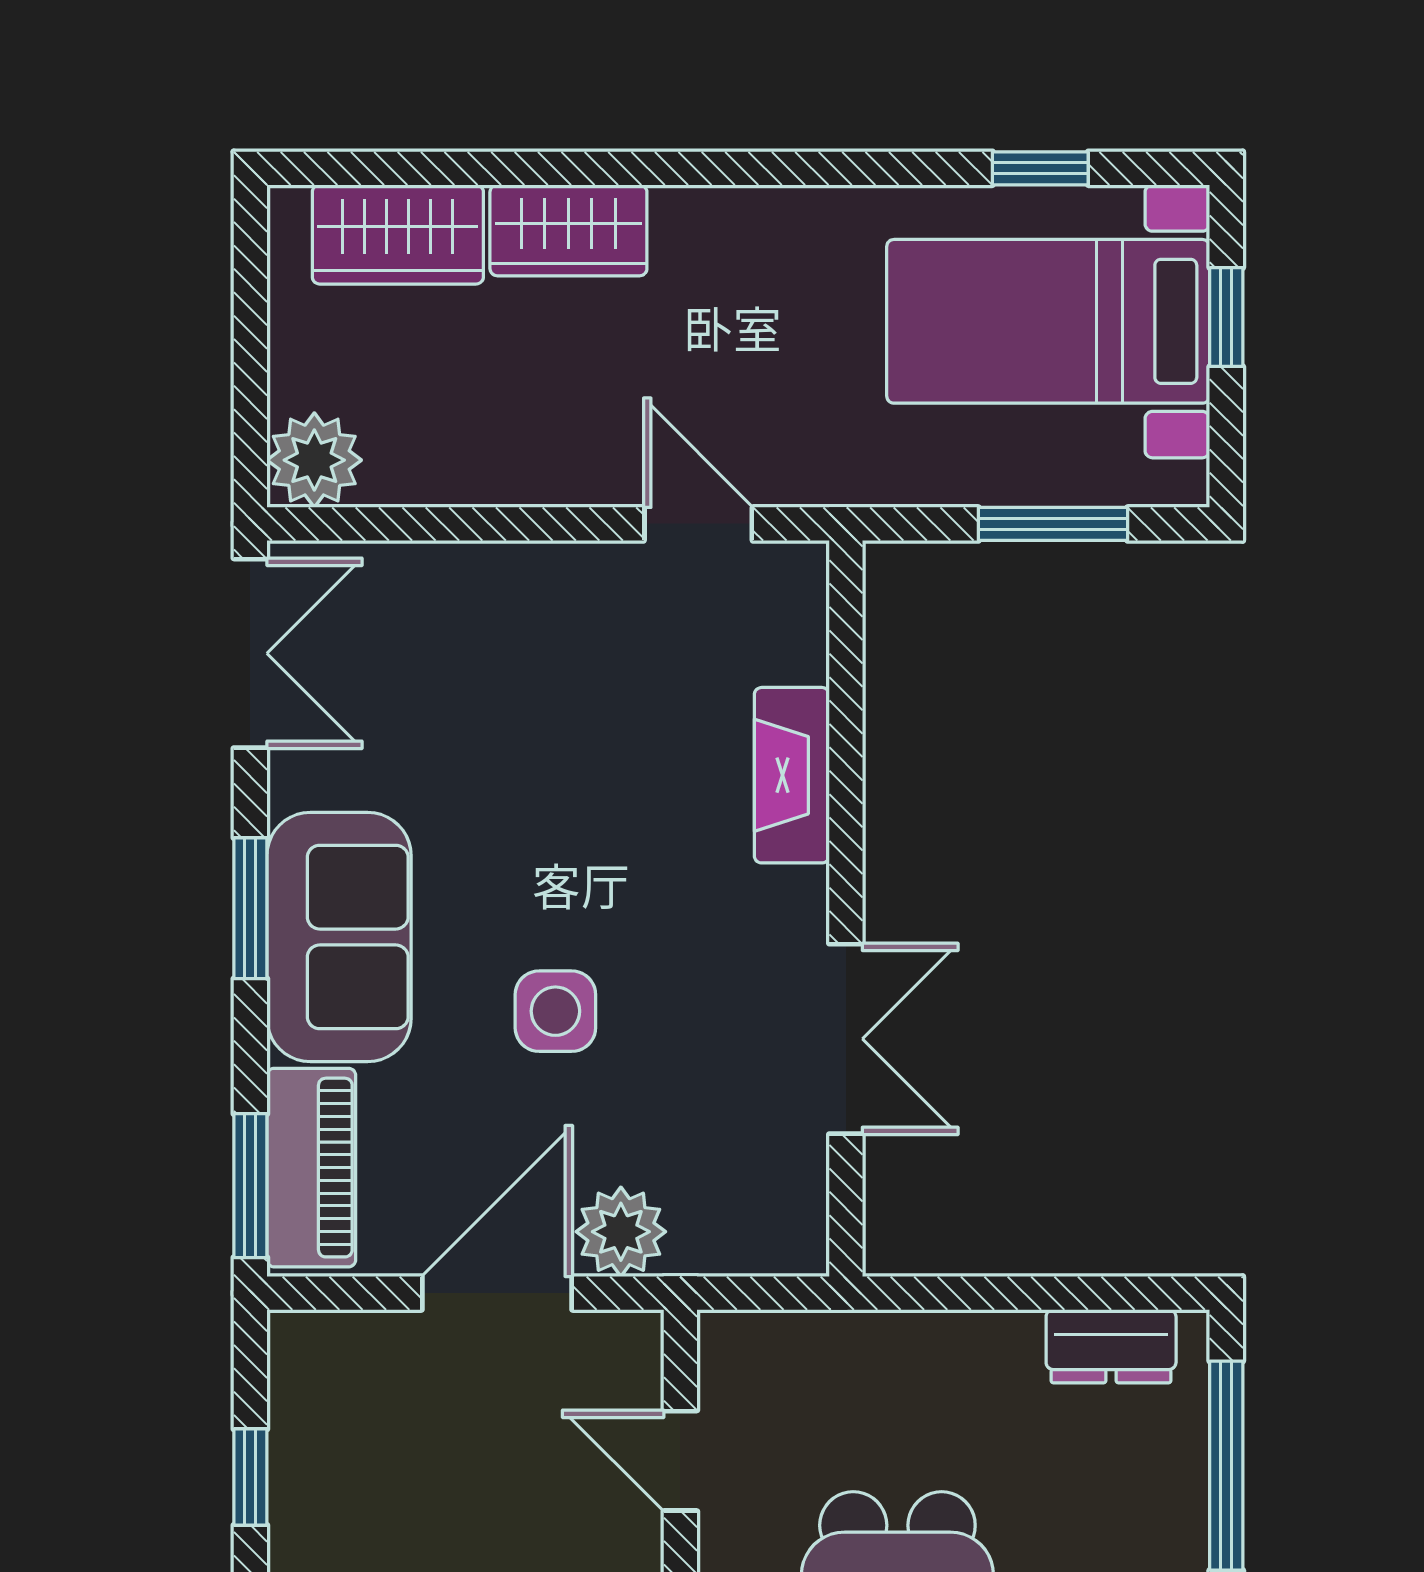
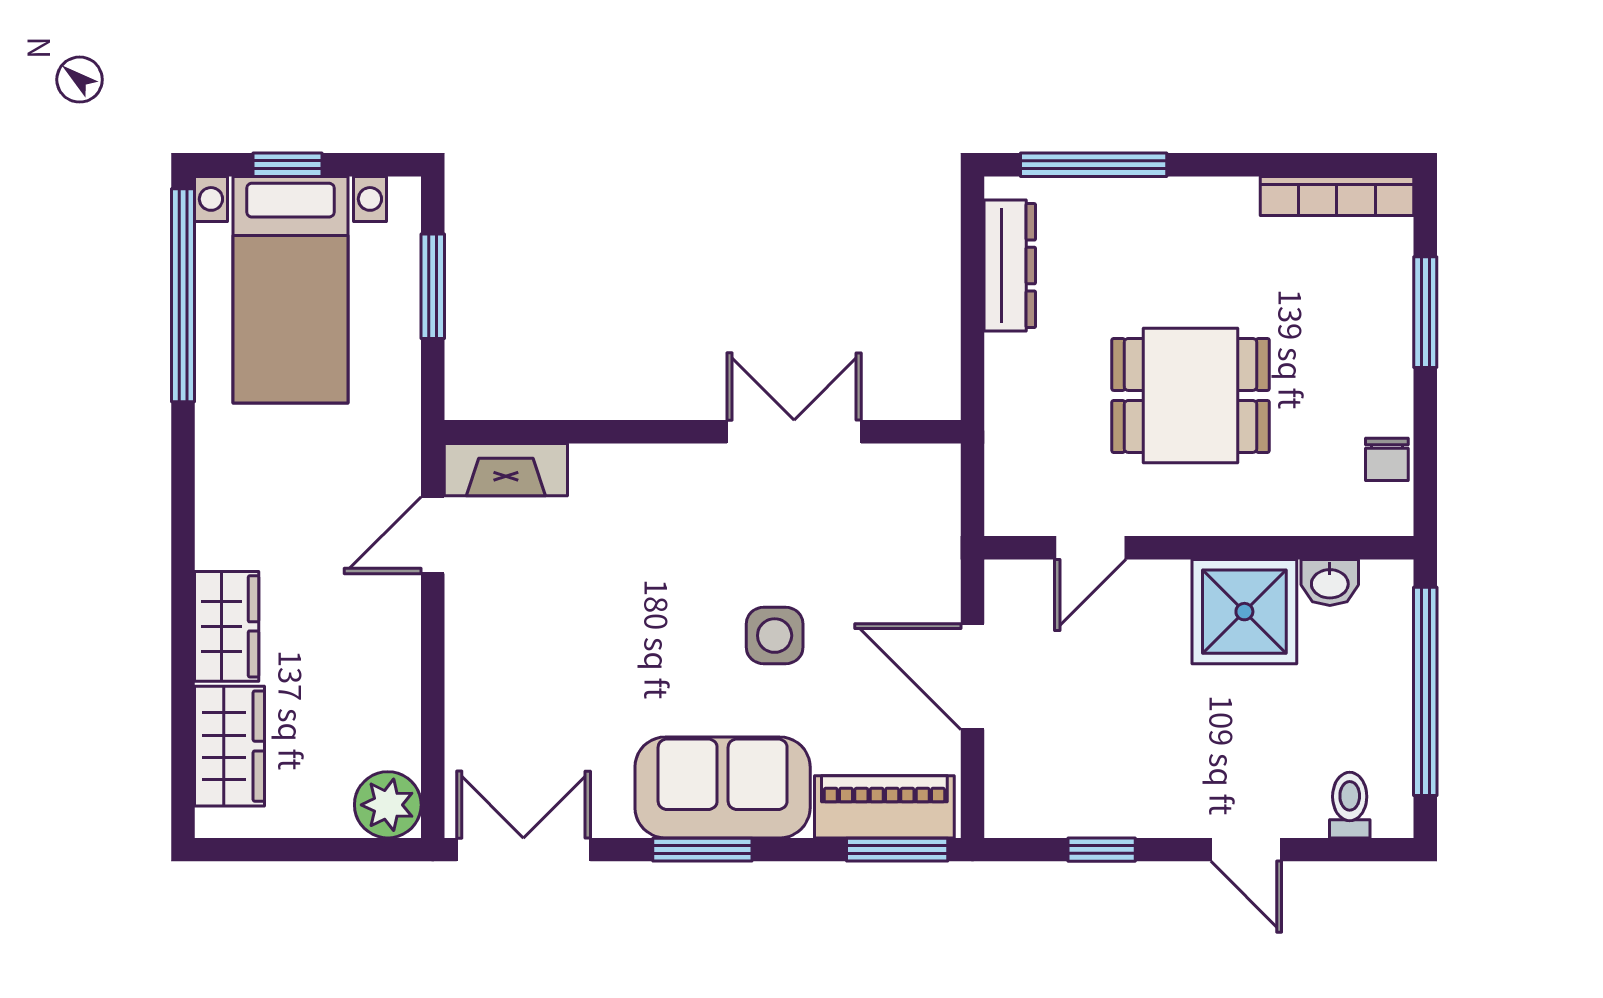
window: (1040, 168) -> (183, 295), width x3.17
fireplace: (792, 775) -> (506, 470), moved
plant: (621, 1232) -> (929, 590), removed
dresser: (1111, 1346) -> (1010, 266), width x1.44

